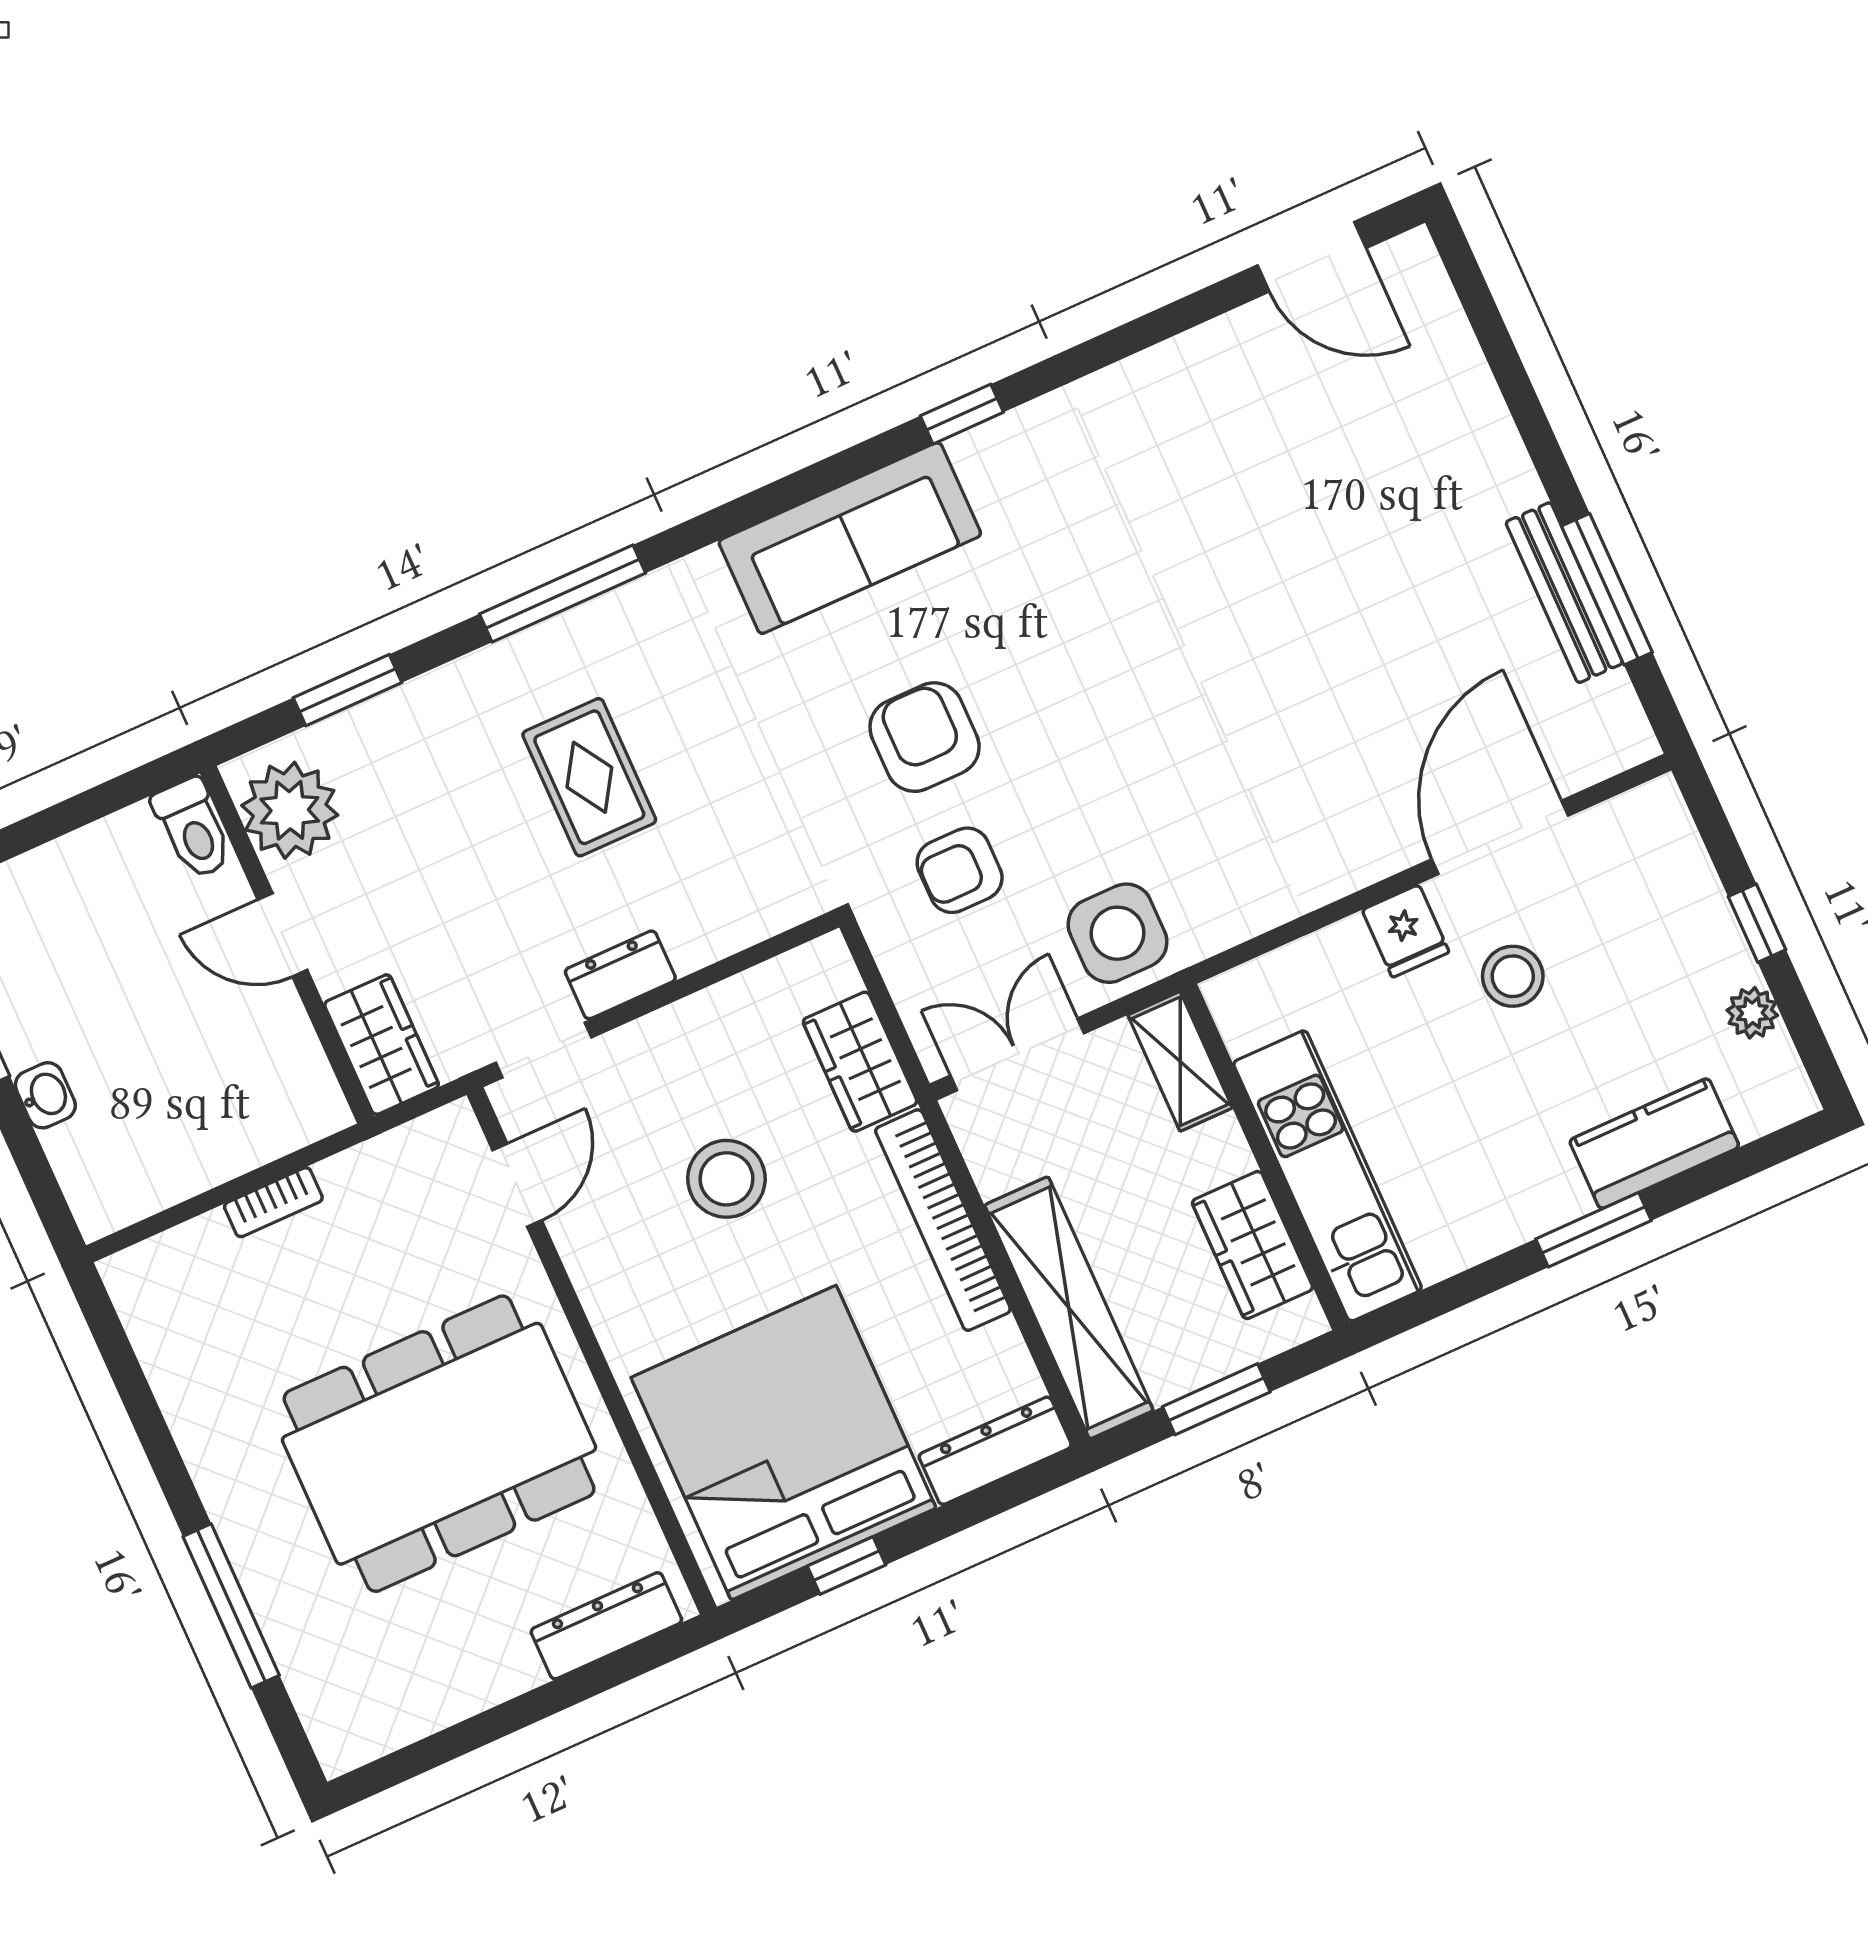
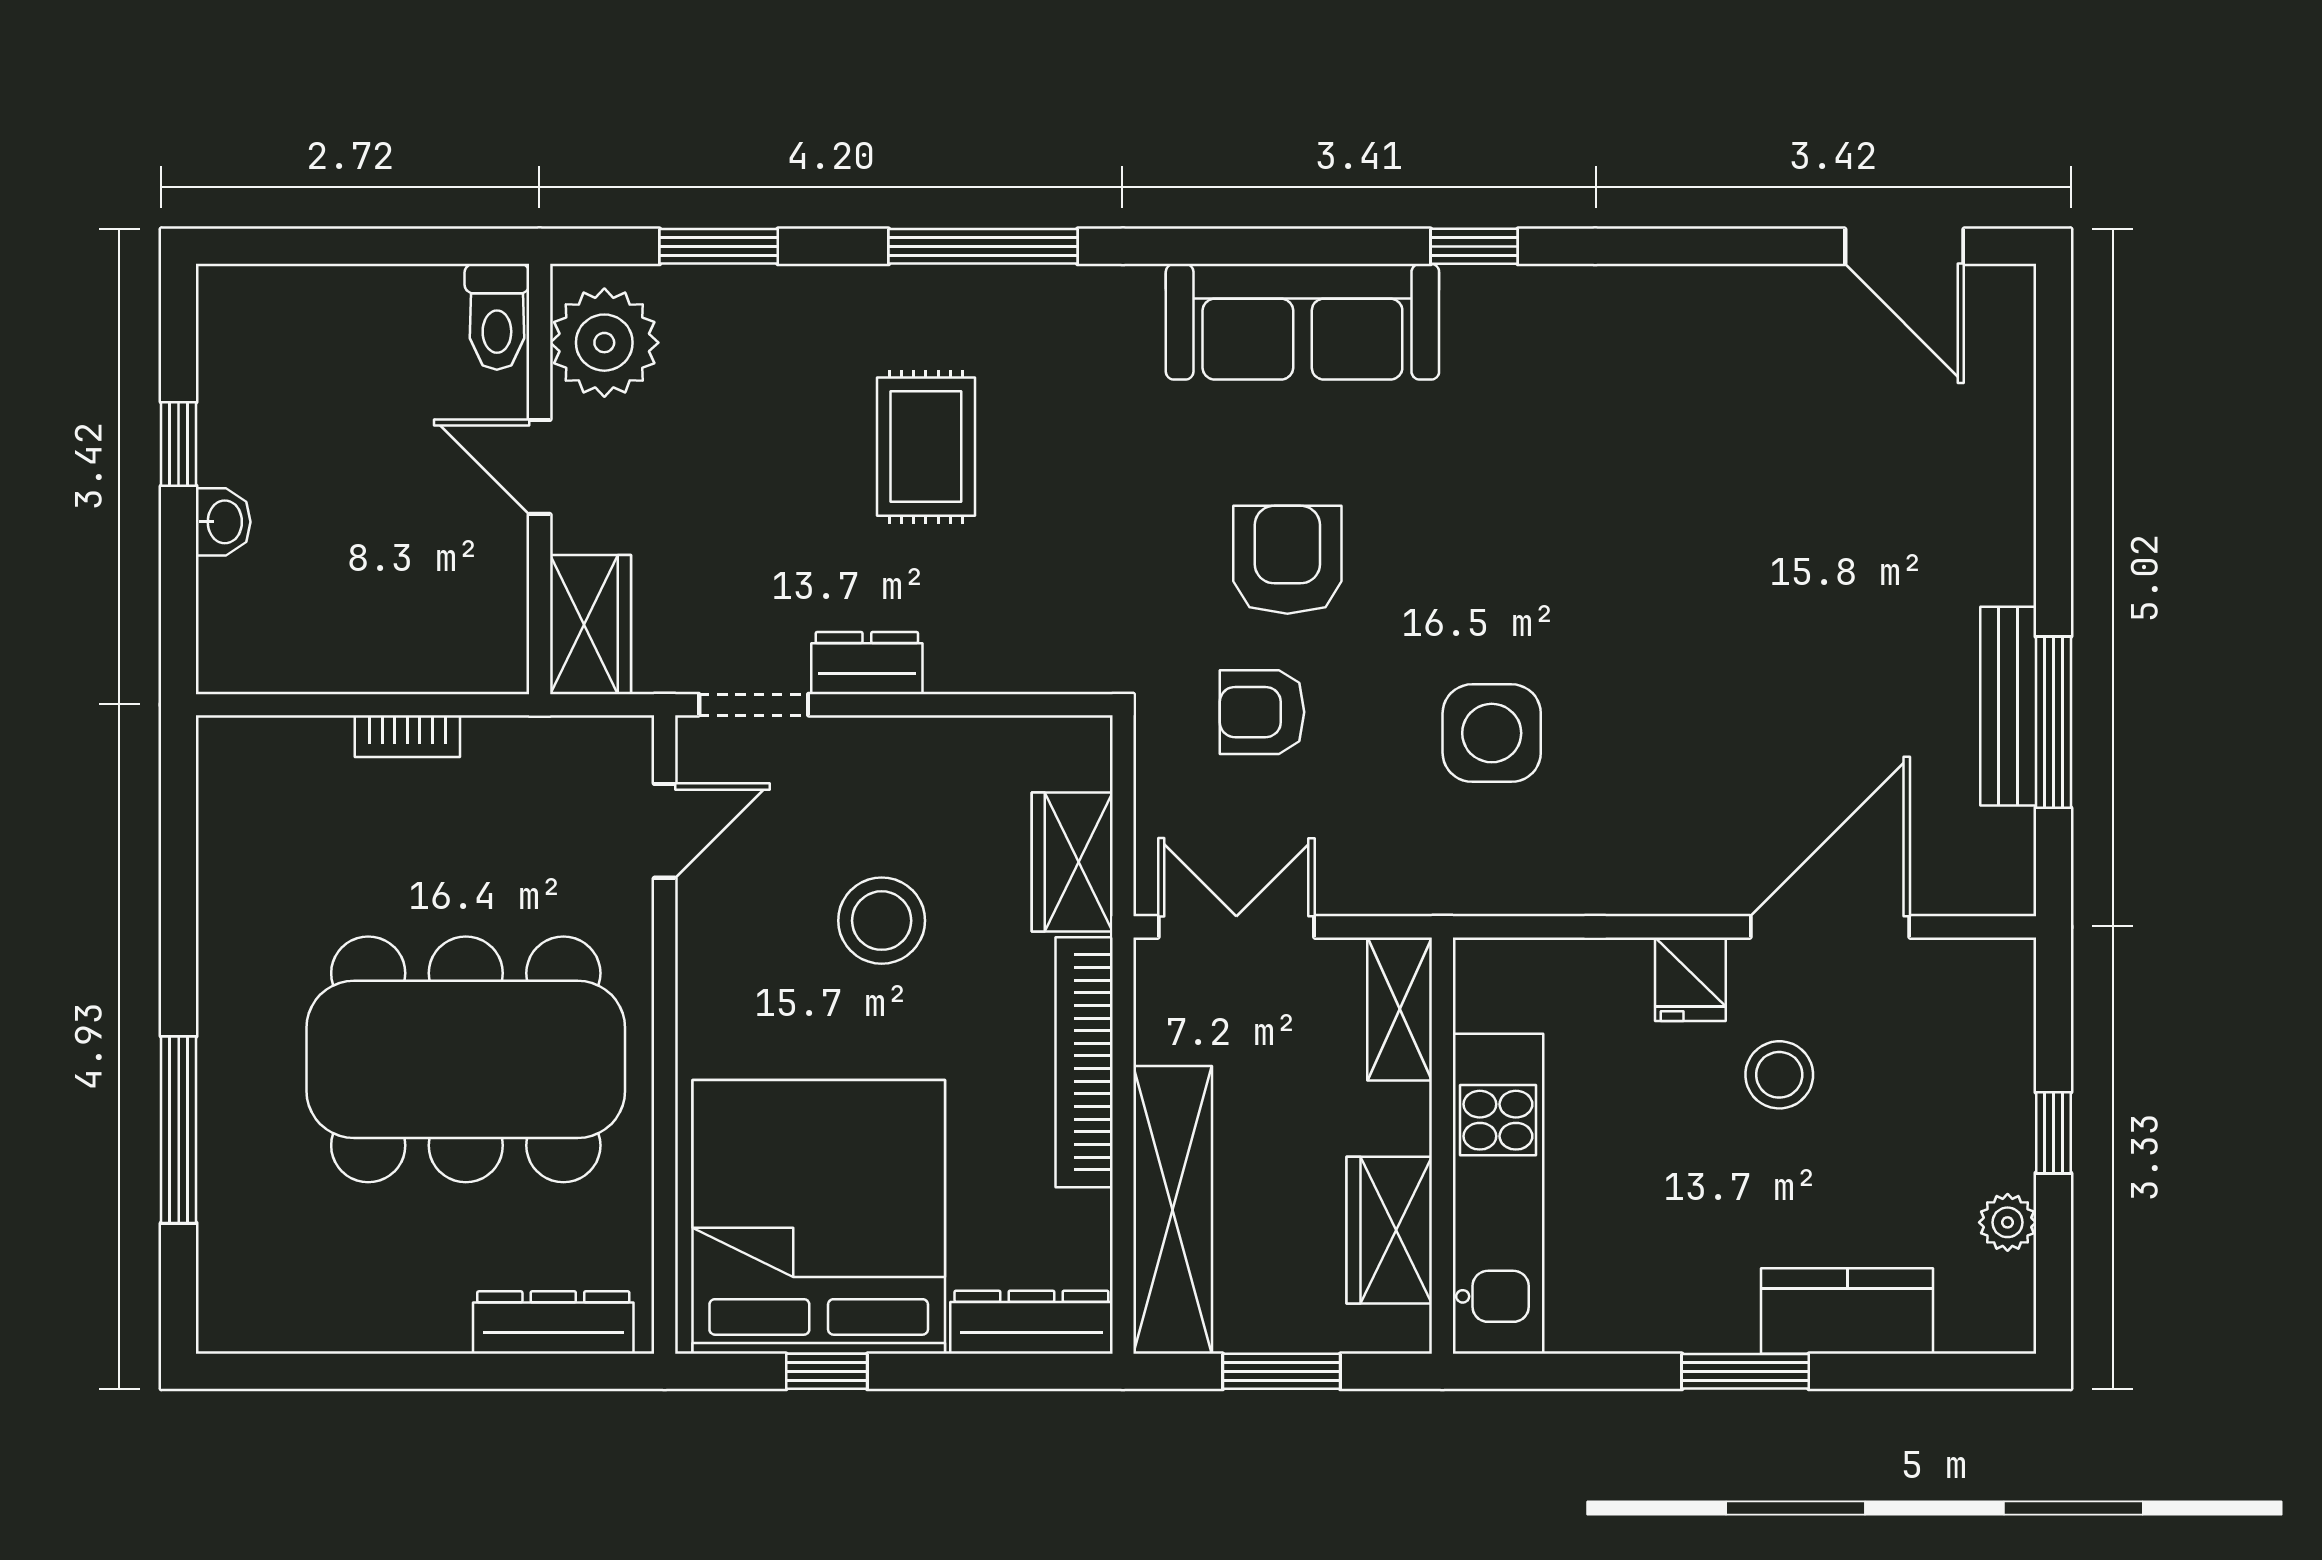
side table: (1118, 933) -> (1492, 733), moved

